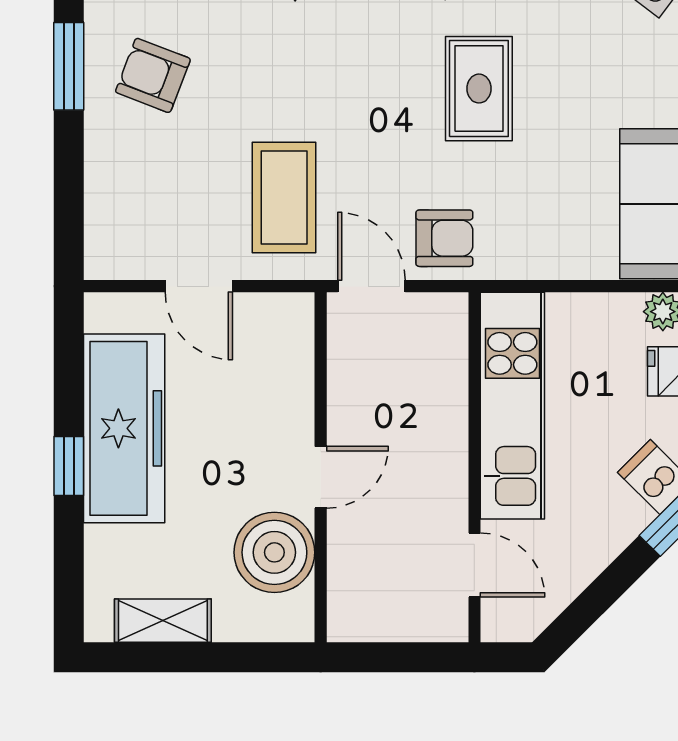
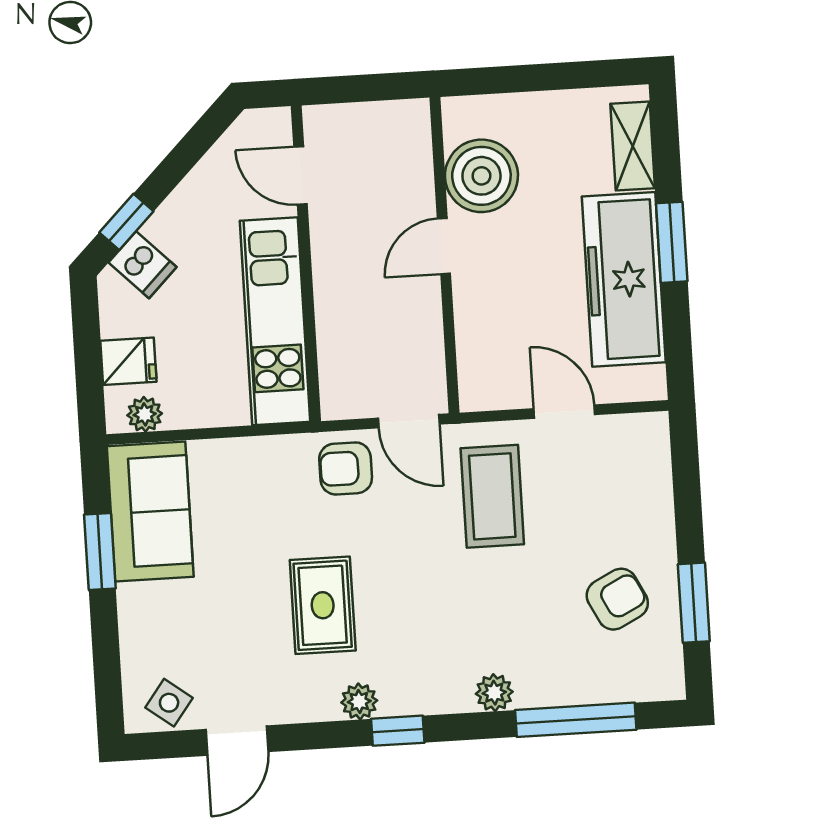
armchair: (153, 75) -> (617, 599), turned -48
window: (69, 466) -> (672, 242), width x1.50
shelving: (163, 621) -> (633, 146), moved, turned 90

